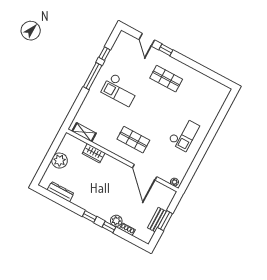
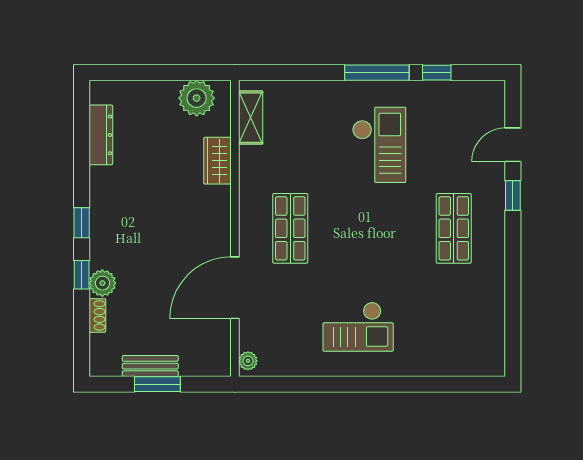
checkout: (120, 90) -> (379, 145), turned 180
plant: (60, 161) -> (197, 98), moved

